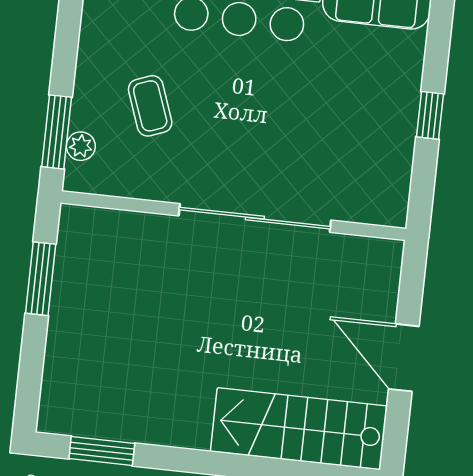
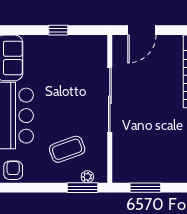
coffee table: (150, 106) -> (67, 149), width x1.36, depth x1.30
door: (404, 358) -> (142, 30), moved

